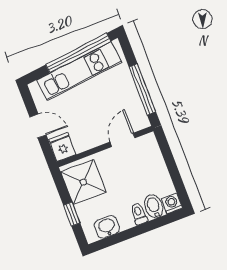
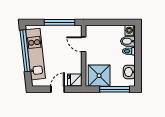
window: (72, 214) -> (115, 89), width x2.17

